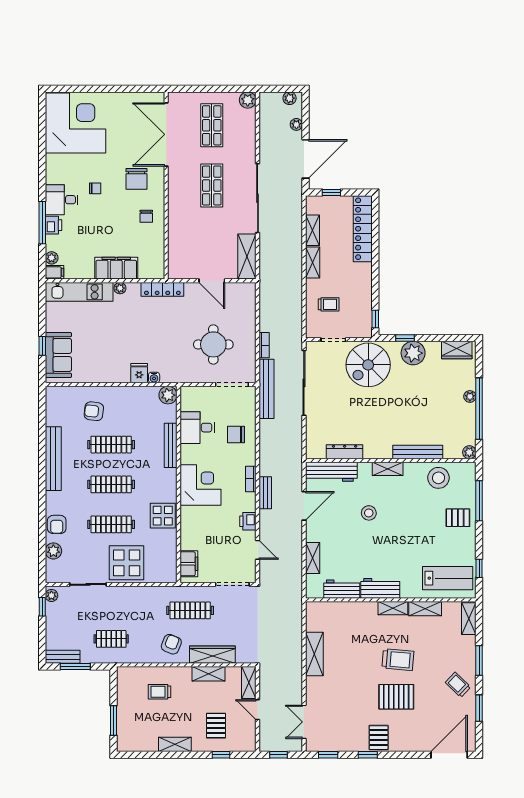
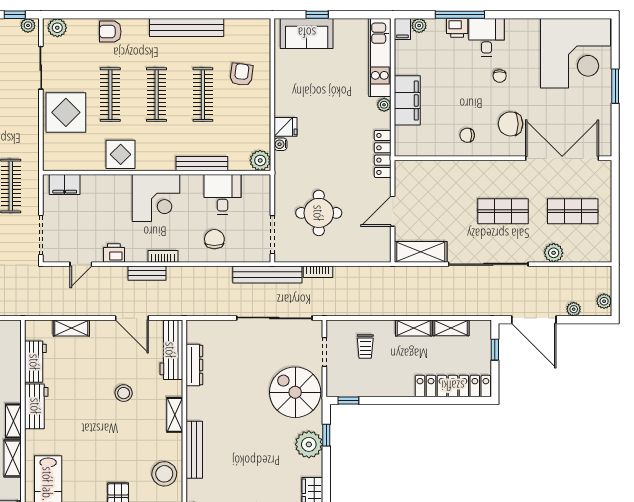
window: (104, 89) -> (615, 86), added
plant: (248, 100) -> (554, 253), moved
plant: (53, 551) -> (57, 28), moved

